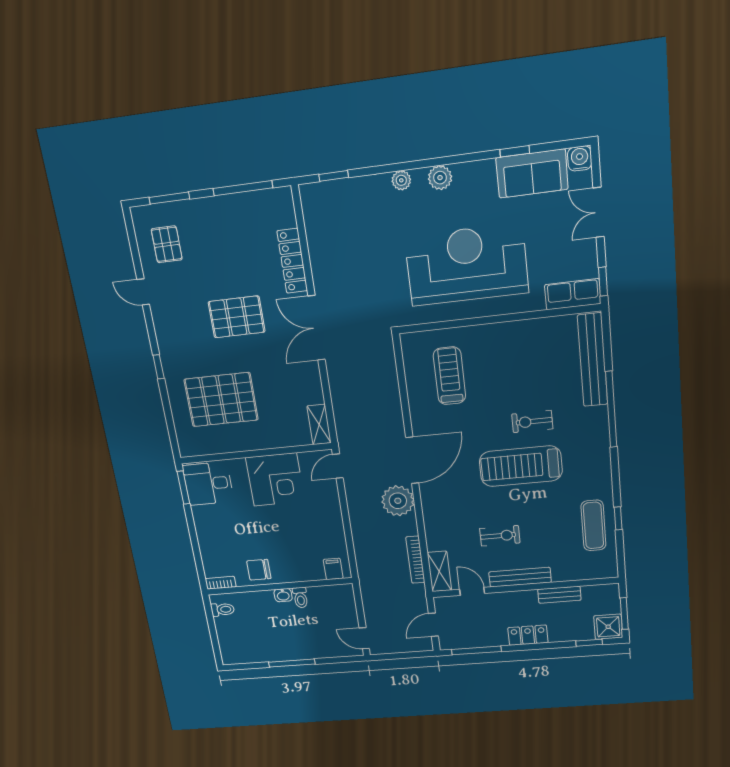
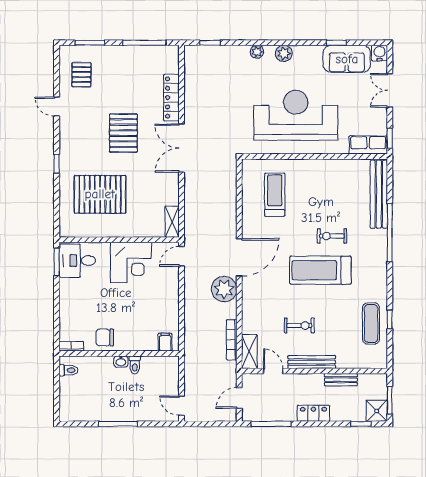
pallet: (237, 317) -> (123, 133), turned 90

